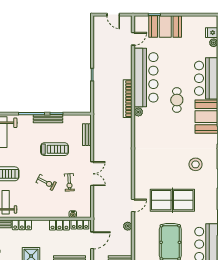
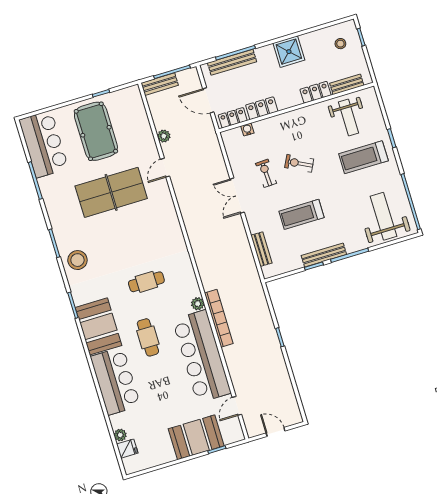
cafe table: (167, 136) -> (146, 282), added
stool: (196, 164) -> (77, 260), moved
door: (92, 240) -> (208, 100), hinge flipped

